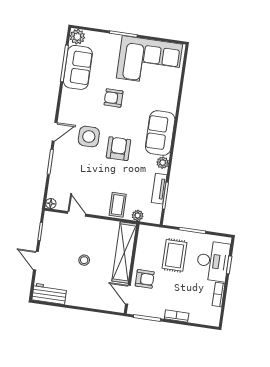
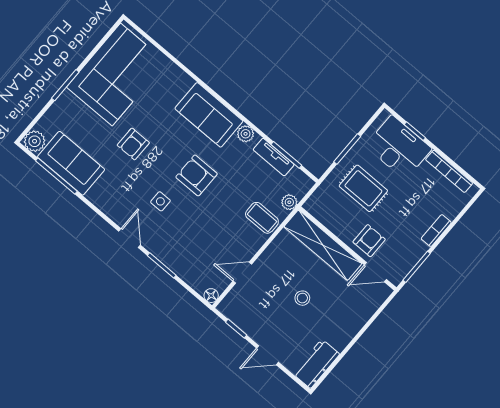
side table: (89, 137) -> (160, 201), width x0.54, depth x0.54
bookcase: (219, 295) -> (449, 171), width x1.56

